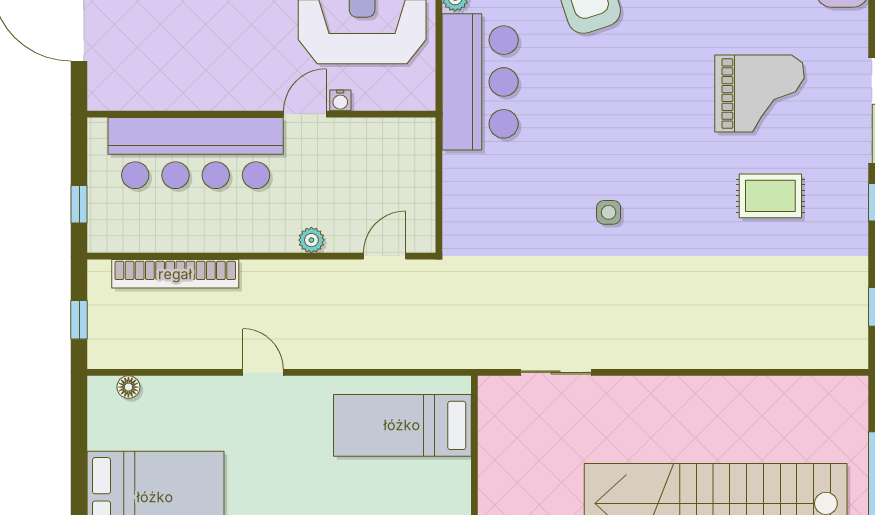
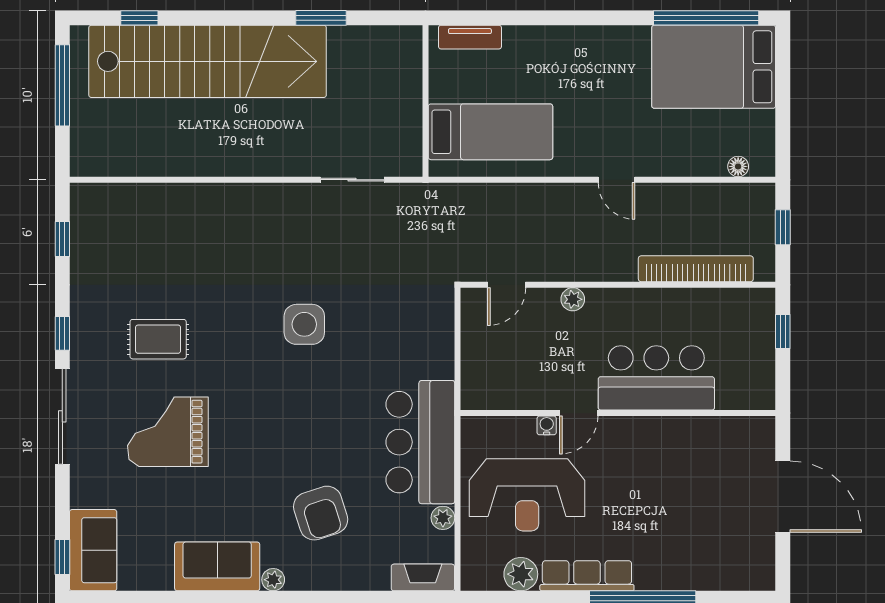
bar counter: (196, 153) -> (656, 378), width x0.73
side table: (609, 212) -> (304, 324), width x1.87, depth x1.87

